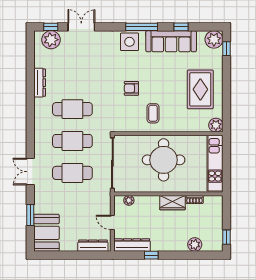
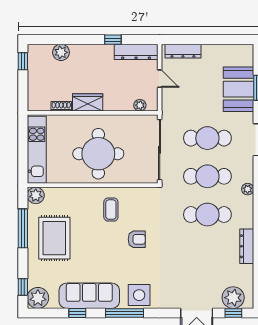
window: (227, 98) -> (23, 228), added
plant: (39, 130) -> (248, 189), added
booth: (46, 233) -> (238, 89), moved

